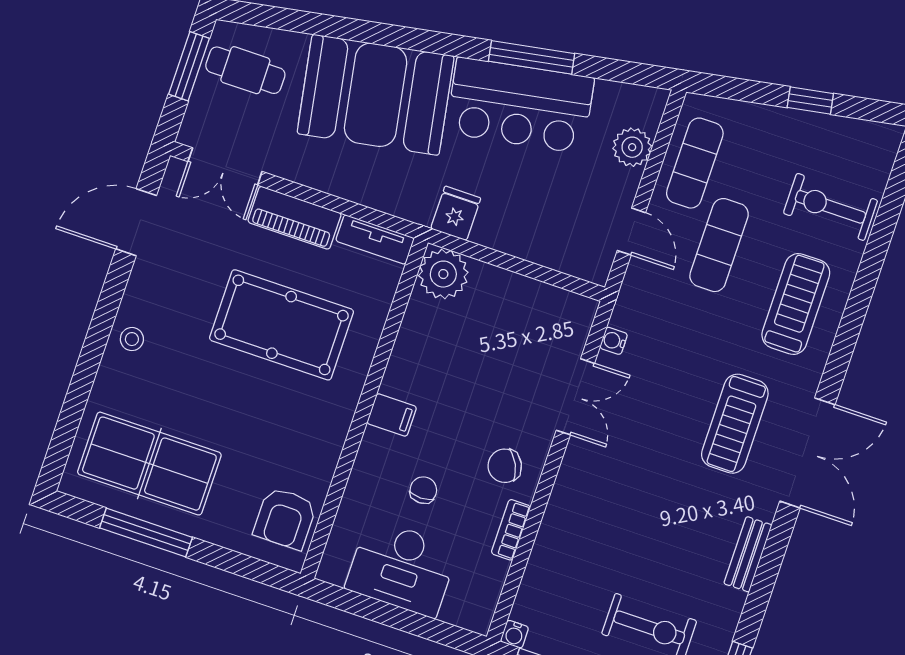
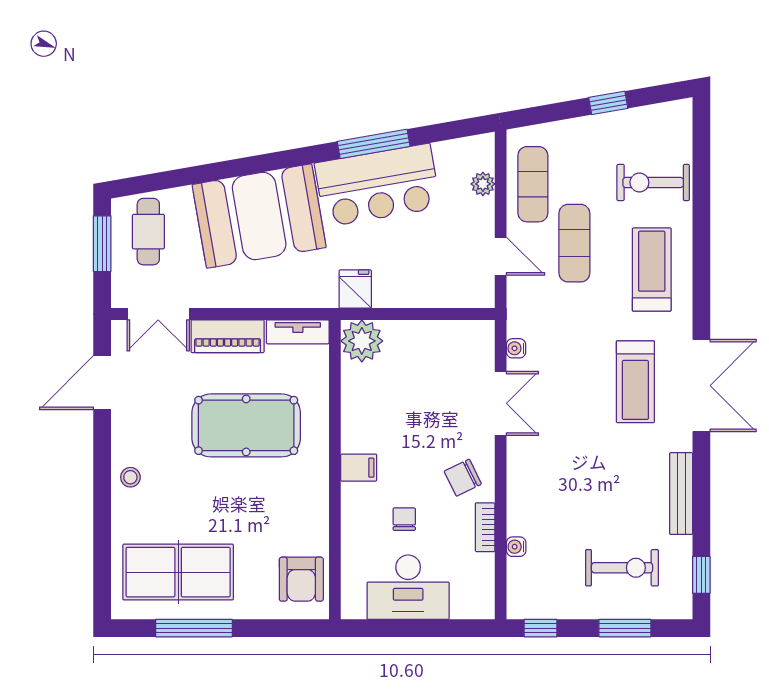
cafe table: (245, 70) -> (148, 232), turned 90
plant: (632, 147) -> (483, 184), width x0.73, depth x0.73
bench: (748, 554) -> (681, 494), width x1.36
water cooler: (514, 634) -> (516, 547), moved, turned 90

